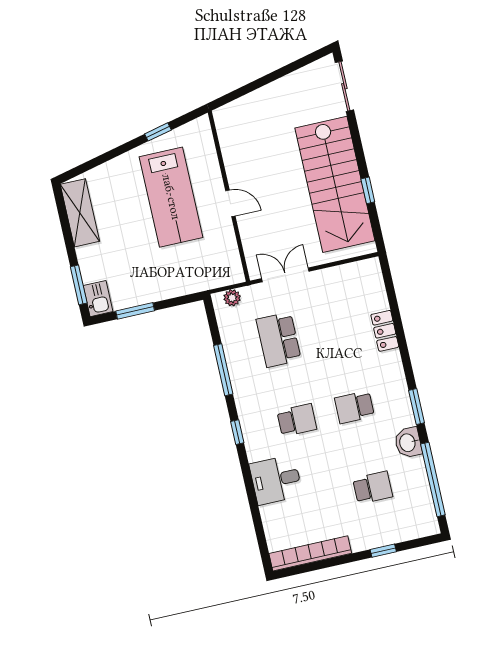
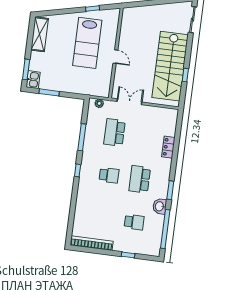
school desk: (354, 407) -> (140, 179), width x1.85
desk: (276, 480) -> (88, 201), removed

